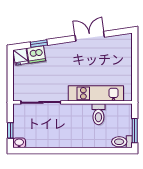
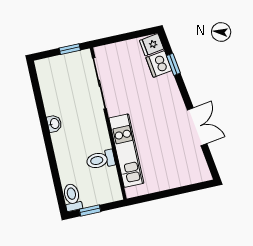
window: (10, 130) -> (70, 49), moved
window: (135, 131) -> (90, 210), width x0.67
washbasin: (19, 143) -> (54, 124), moved

